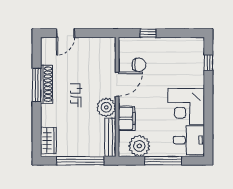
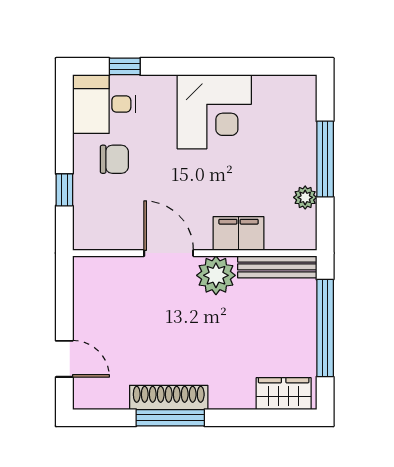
chair: (139, 65) -> (114, 159), moved, turned 90
desk: (189, 140) -> (104, 104), moved, turned -90
plant: (139, 146) -> (305, 197), width x0.53, depth x0.53

